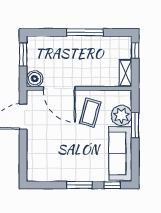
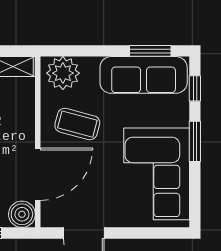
plant: (121, 115) -> (63, 73), moved
window: (135, 125) -> (150, 51), moved
corner sofa: (59, 161) -> (157, 174), added

